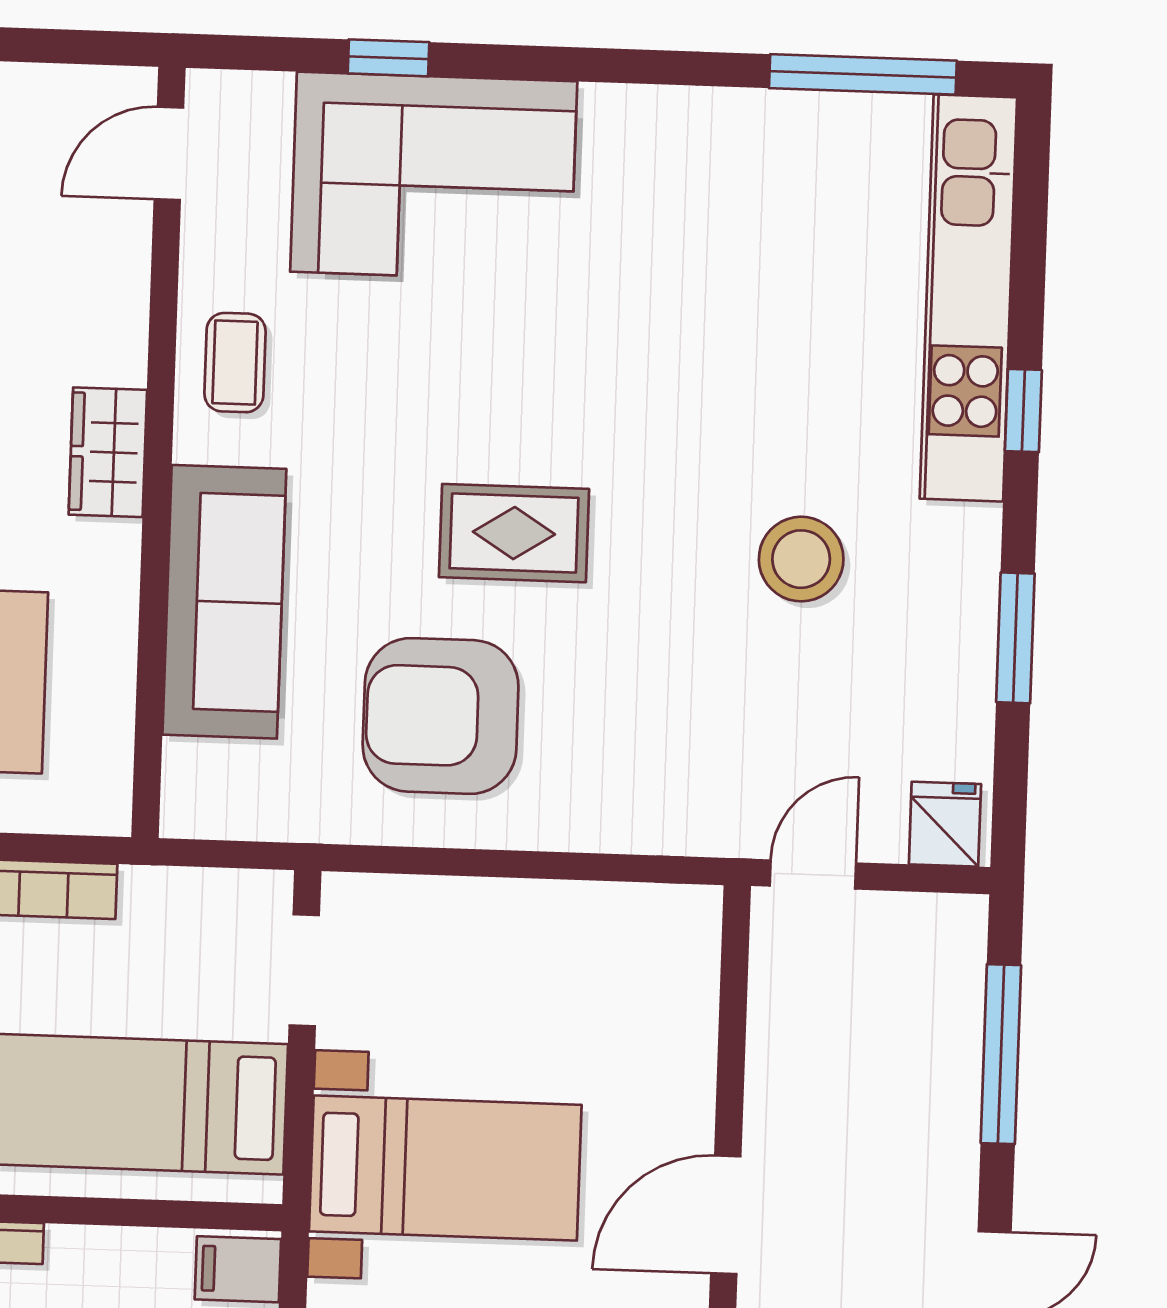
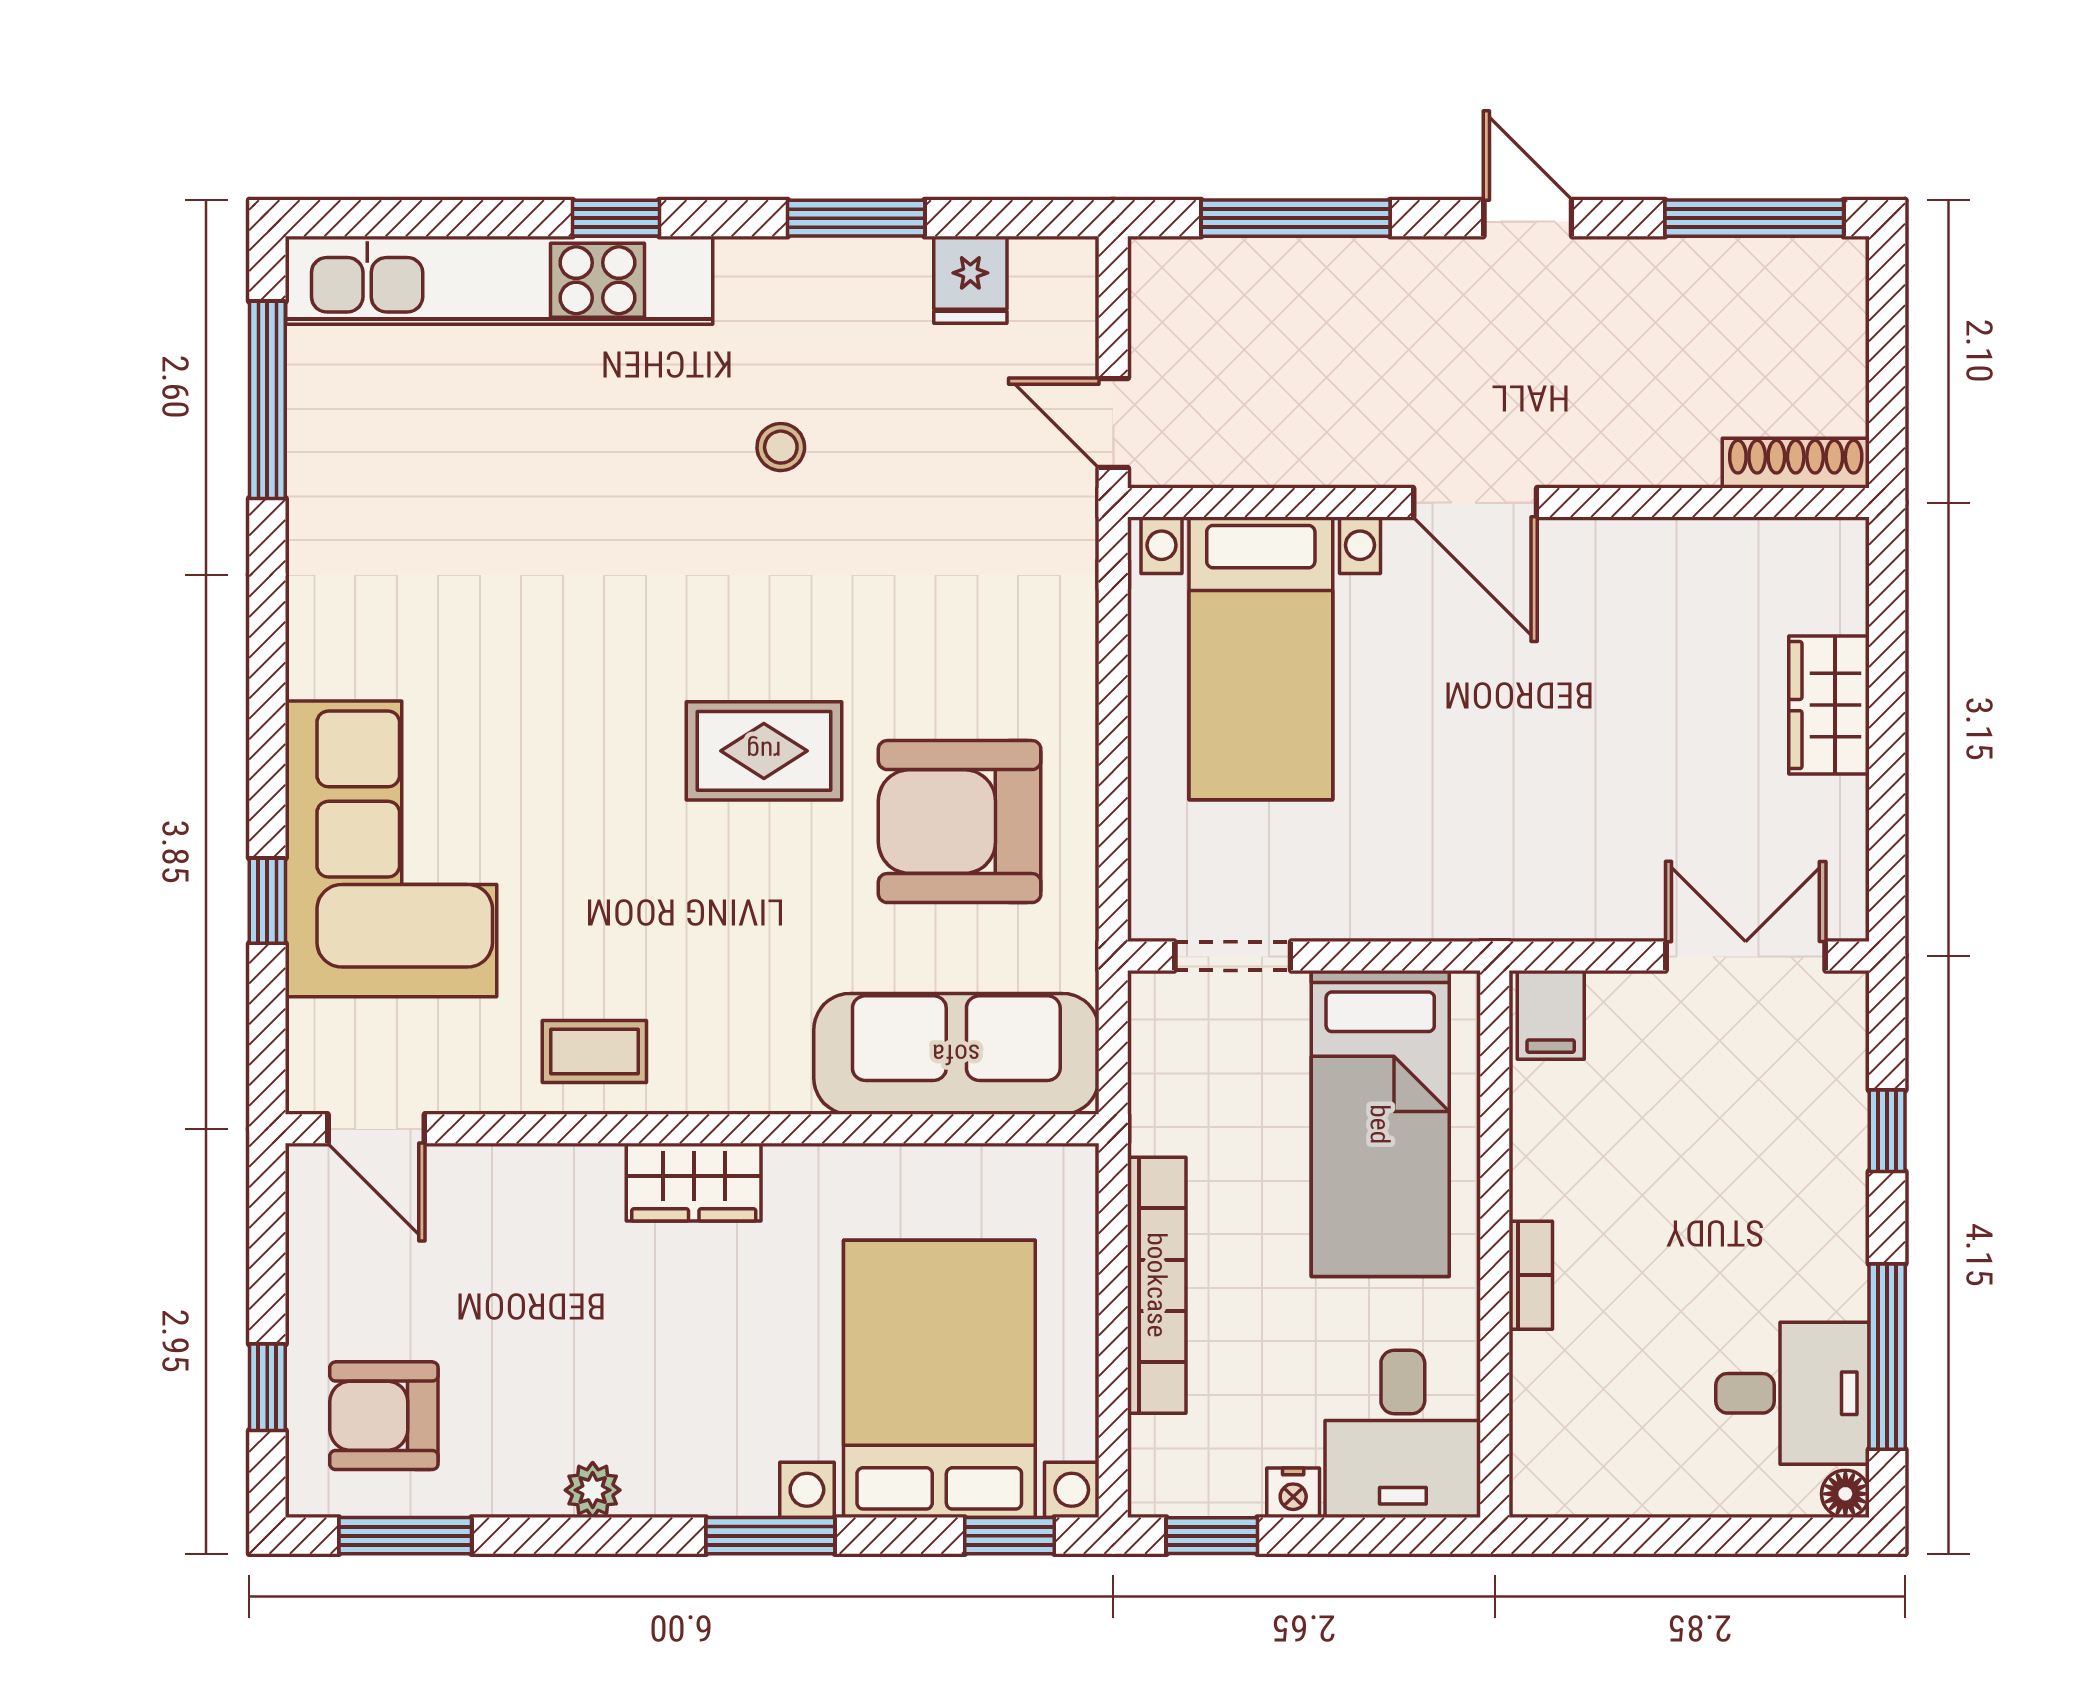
rug: (514, 533) -> (764, 751), turned 90
stool: (801, 559) -> (781, 447), width x0.53, depth x0.53
sofa: (224, 602) -> (956, 1054), moved
armchair: (441, 716) -> (960, 822), turned 90
fridge: (945, 824) -> (970, 280), moved, turned -90
bed with nightstands: (445, 1168) -> (1261, 658), moved, turned 180

